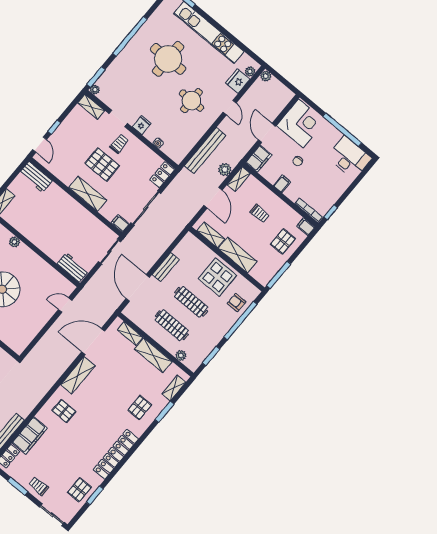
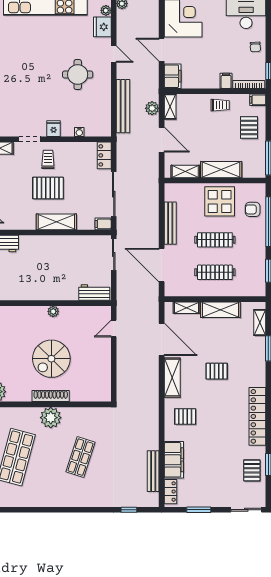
round table: (168, 59) -> (30, 56), removed
chair: (298, 161) -> (255, 47), moved
filing cabinet: (282, 184) -> (226, 81), moved
trolley: (260, 213) -> (220, 105), moved
plant: (14, 242) -> (53, 311), moved
bench: (166, 267) -> (170, 223), width x1.36
door: (93, 341) -> (162, 339), swing flipped
plant: (181, 355) -> (243, 291), removed
pallet: (140, 408) -> (217, 371), moved, turned 90
trolley: (39, 486) -> (216, 495), removed

